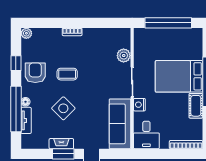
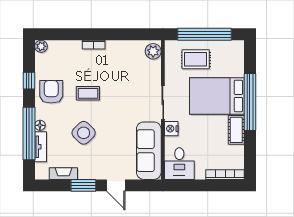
rug: (161, 44) -> (196, 59), added
plant: (124, 56) -> (153, 51), moved
fireplace: (61, 144) -> (63, 174), moved

